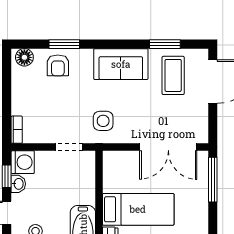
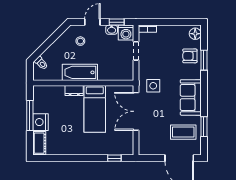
doorway: (69, 147) -> (136, 51), moved
double door: (168, 147) -> (136, 111), moved
window: (213, 180) -> (114, 158), width x0.46

